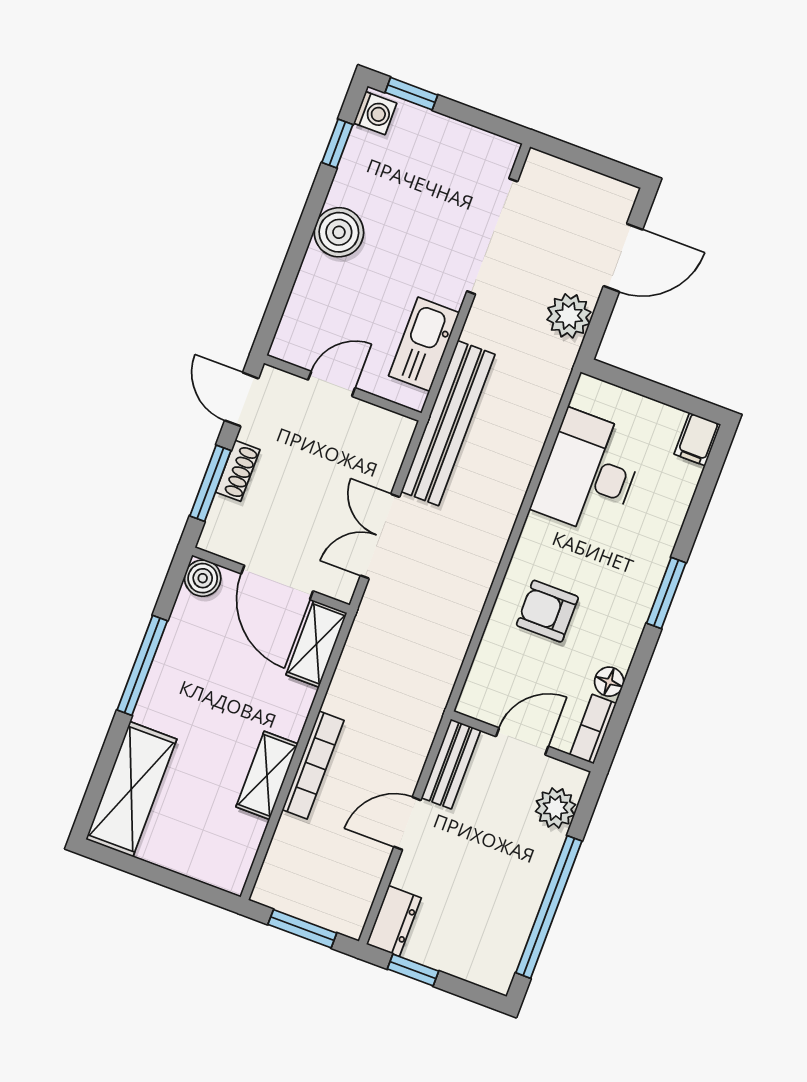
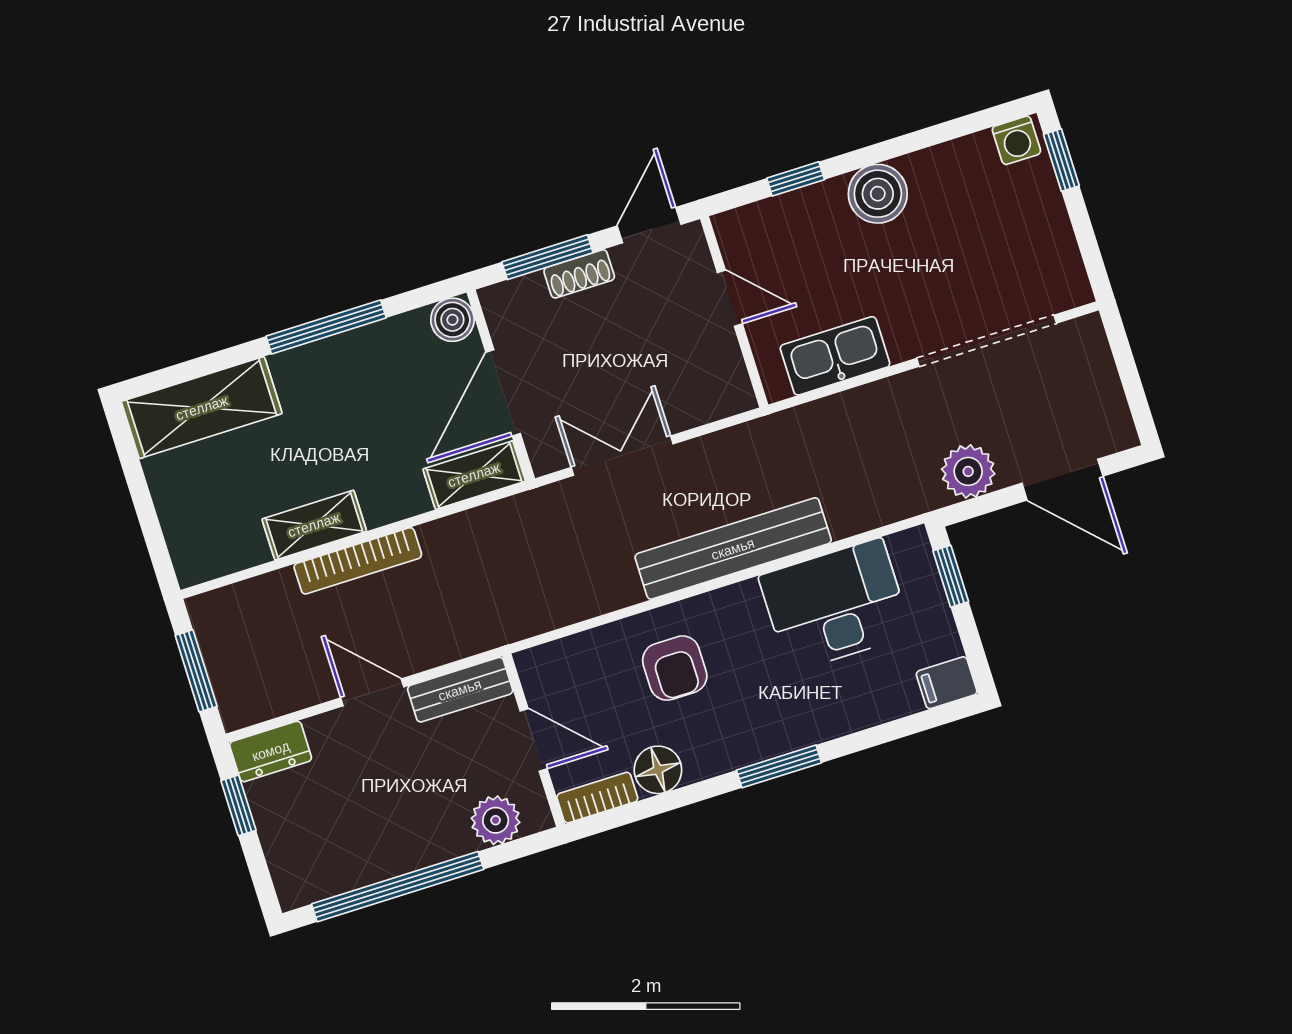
window: (337, 144) -> (796, 179), moved
window: (629, 381) -> (951, 576), added
bench: (448, 423) -> (733, 549), moved
armchair: (547, 611) -> (675, 668), turned 180
floor lamp: (609, 682) -> (658, 770), width x1.37, depth x1.37

